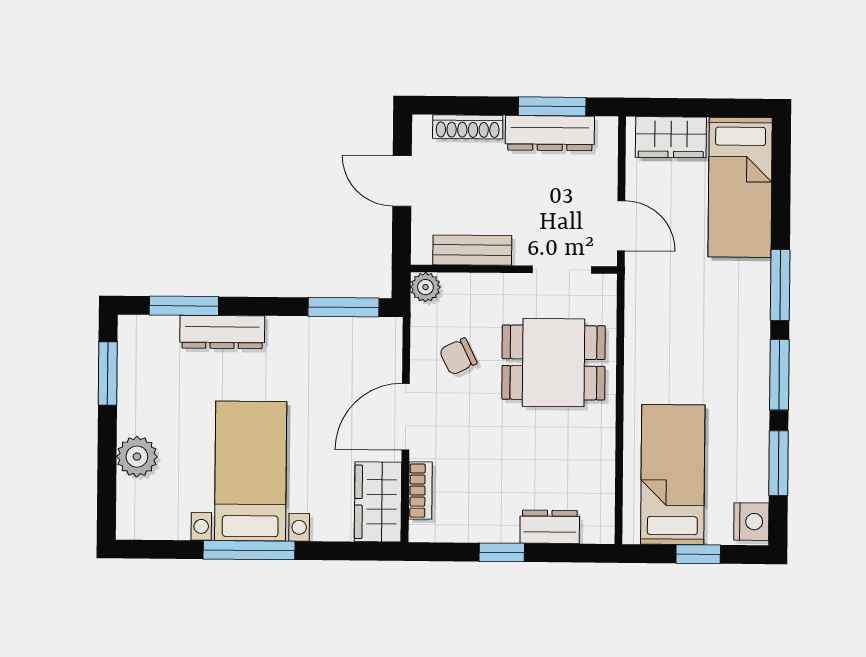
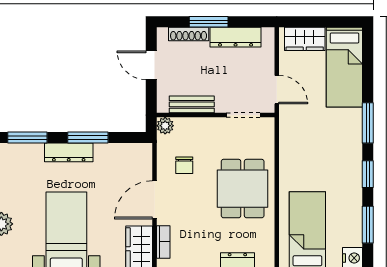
window: (552, 106) -> (209, 22), moved
window: (343, 307) -> (88, 138), moved
dresser: (222, 332) -> (69, 152), moved
chair: (458, 356) -> (184, 165), turned -64
dining table: (553, 363) -> (243, 189), moved, turned 90
window: (779, 375) -> (368, 174), width x0.67

